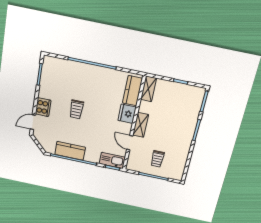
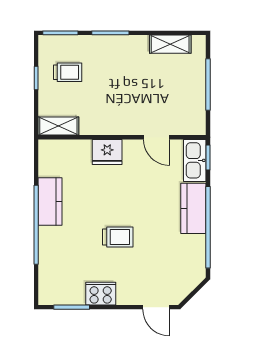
kitchen counter: (132, 91) -> (50, 202), moved, turned -90
cooker: (43, 107) -> (101, 294), moved
shelving: (141, 125) -> (170, 44), moved
door: (130, 143) -> (156, 137), hinge flipped
kitchen counter: (70, 151) -> (193, 208), moved
trolley: (157, 159) -> (68, 72), moved

